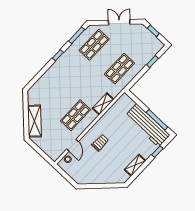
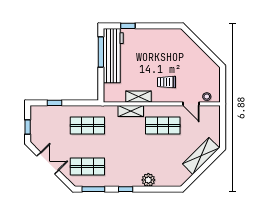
double door: (119, 22) -> (48, 163), swing flipped
plant: (50, 75) -> (148, 180), added
door: (72, 145) -> (191, 104), swing flipped
shelving: (135, 165) -> (139, 97), moved

